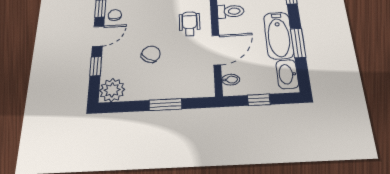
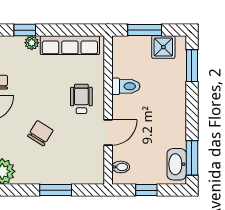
bathtub: (279, 35) -> (173, 119), removed
window: (298, 43) -> (192, 158), moved
door: (216, 50) -> (108, 133), width x0.73

